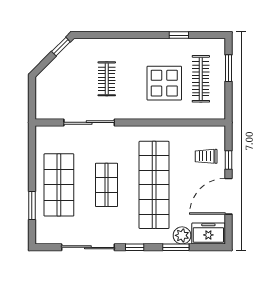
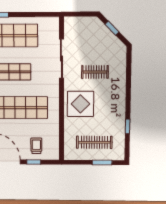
window: (61, 47) -> (112, 28), moved
display table: (164, 83) -> (80, 104), moved

